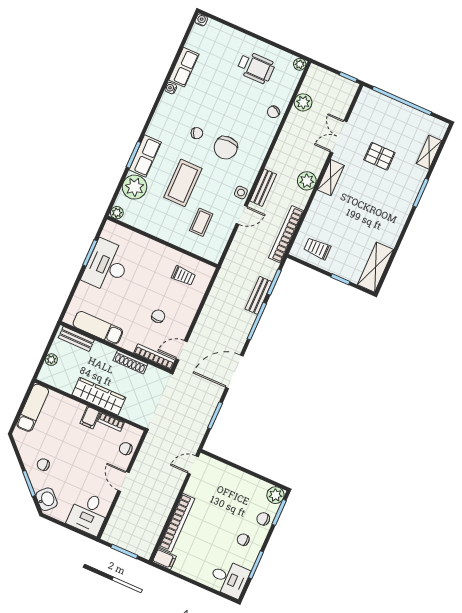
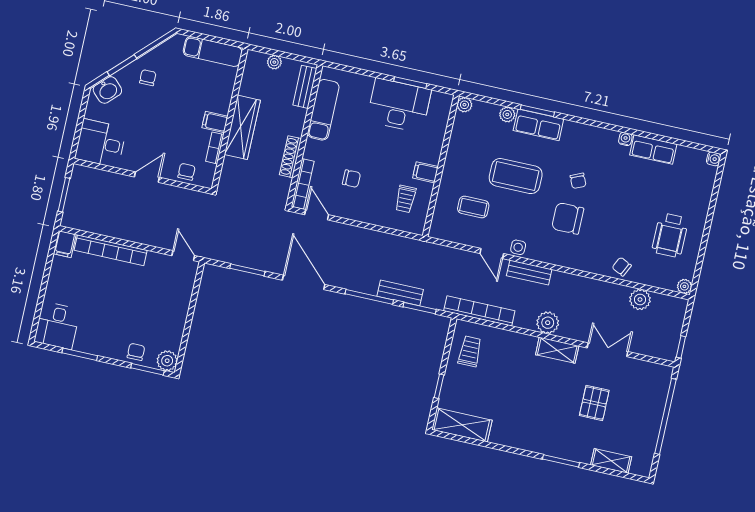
plant: (135, 187) -> (507, 114), width x0.53, depth x0.53
filing cabinet: (165, 255) -> (425, 172), added
chair: (243, 540) -> (106, 333), removed

